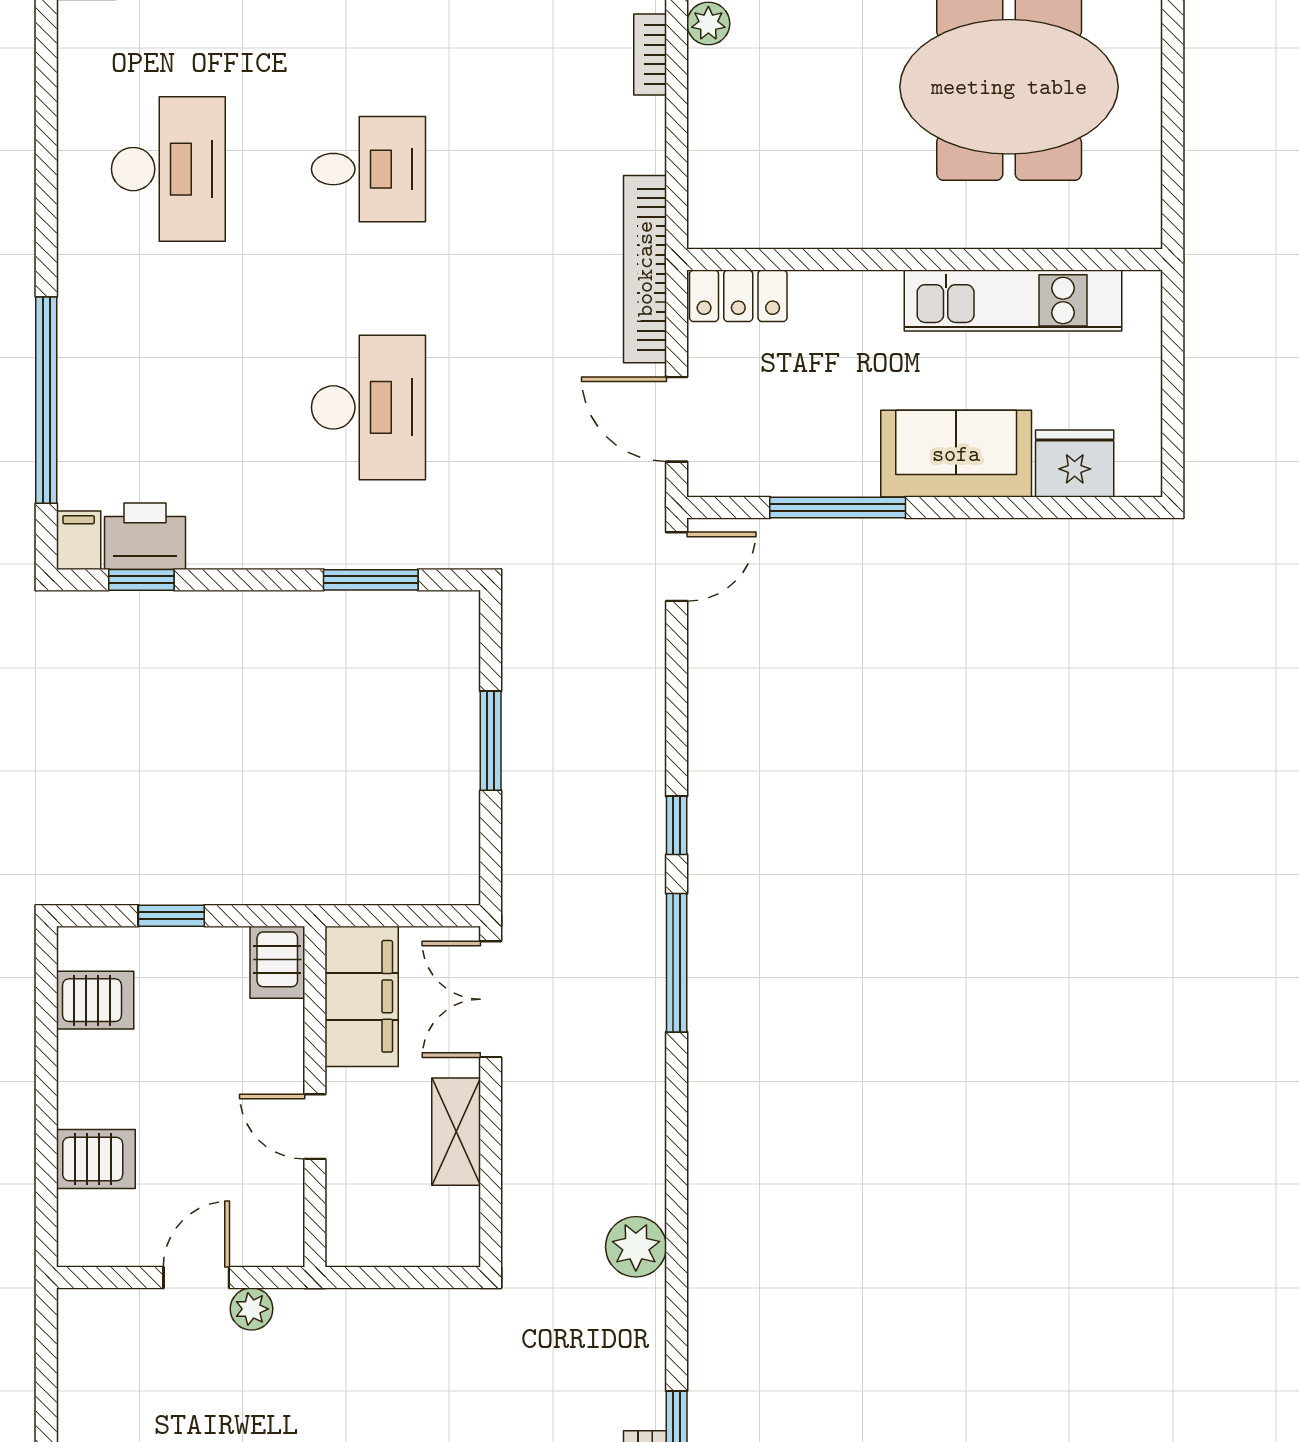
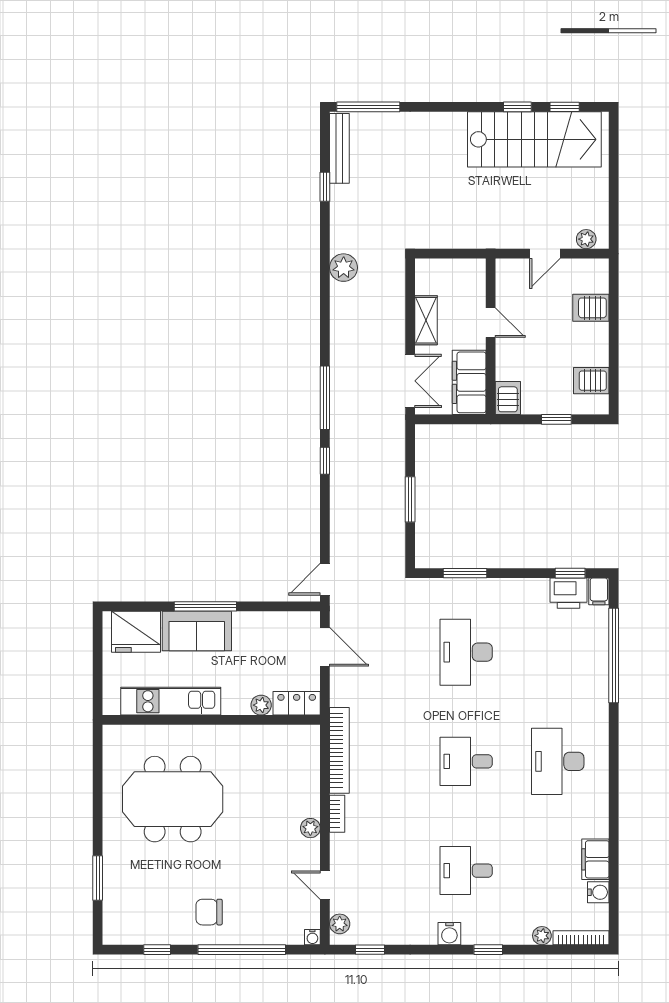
bookcase: (645, 269) -> (339, 750), moved
plant: (816, 292) -> (261, 705), added
fridge: (1075, 464) -> (136, 632), width x1.36, depth x1.34
window: (838, 508) -> (205, 606), moved
plant: (252, 1309) -> (586, 239), moved

